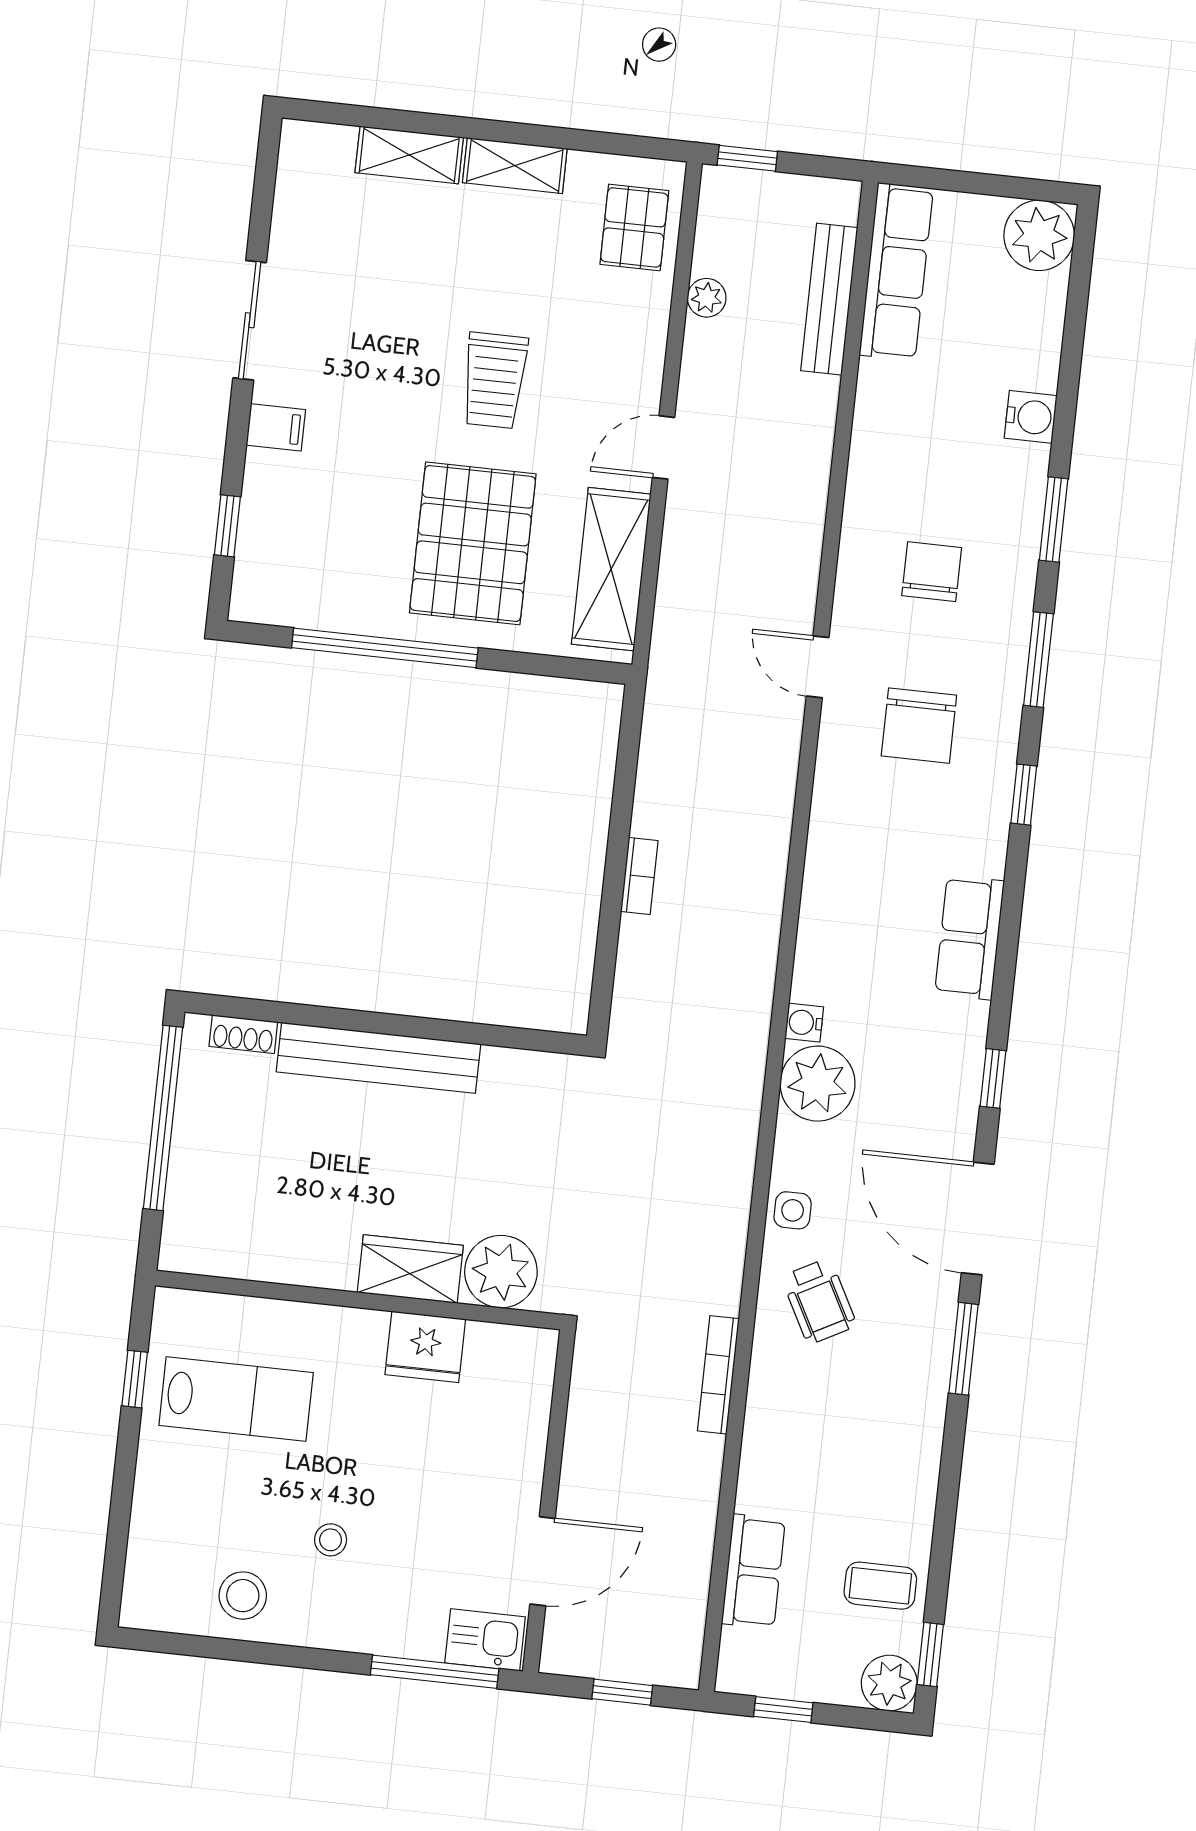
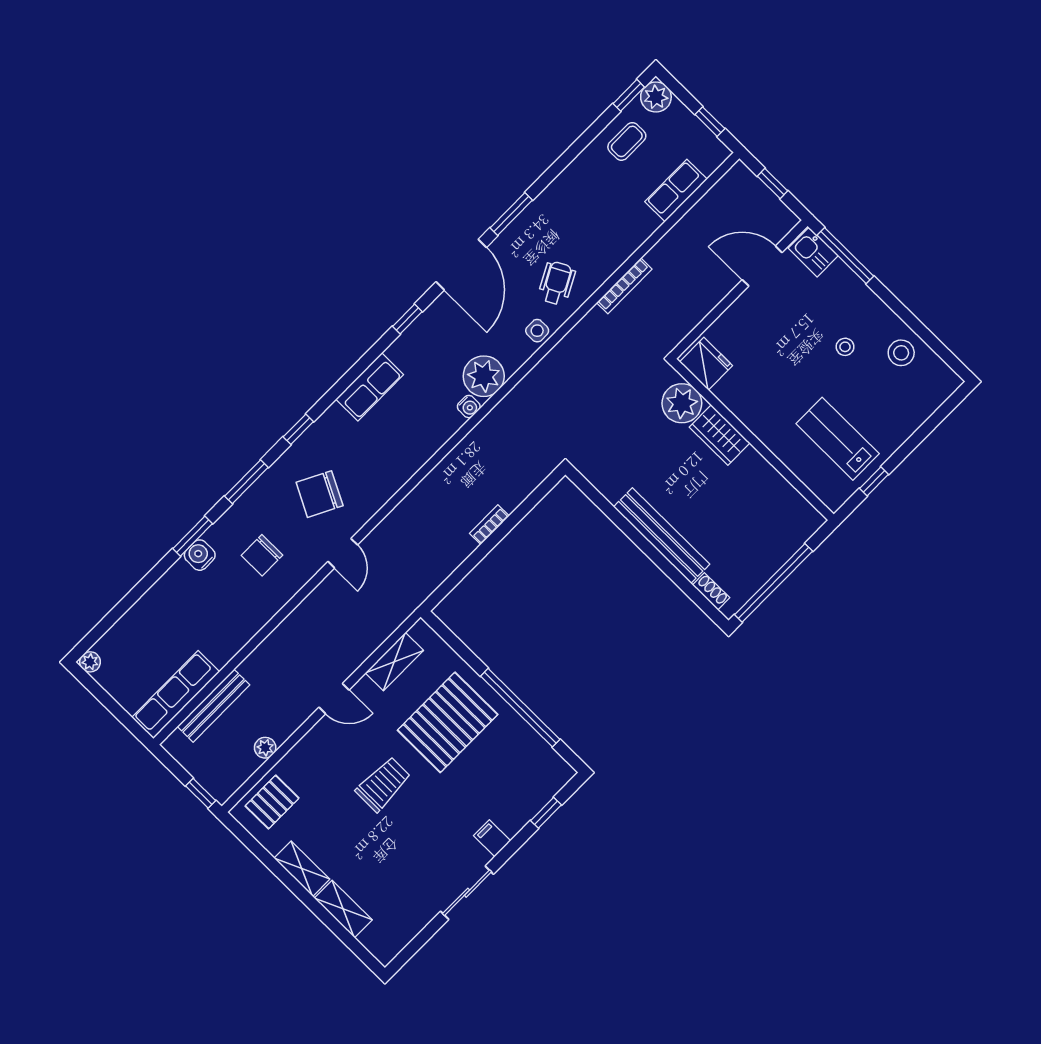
plant: (1039, 235) -> (90, 662), width x0.53, depth x0.53
water cooler: (1031, 417) -> (200, 555), moved
shelving: (611, 569) -> (394, 662), width x0.67, depth x0.75
chair: (919, 726) -> (320, 494), turned -153
fridge: (425, 1347) -> (706, 364), moved
coffee table: (880, 1586) -> (627, 141), turned 90

